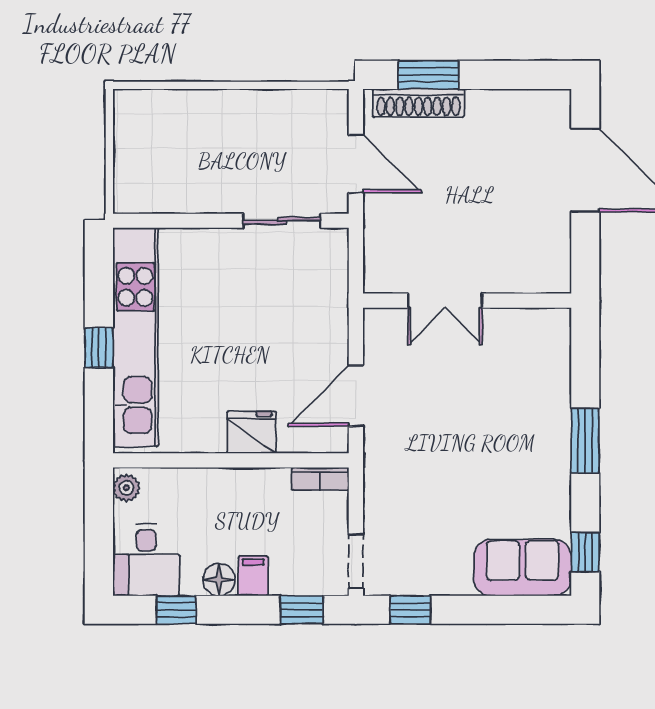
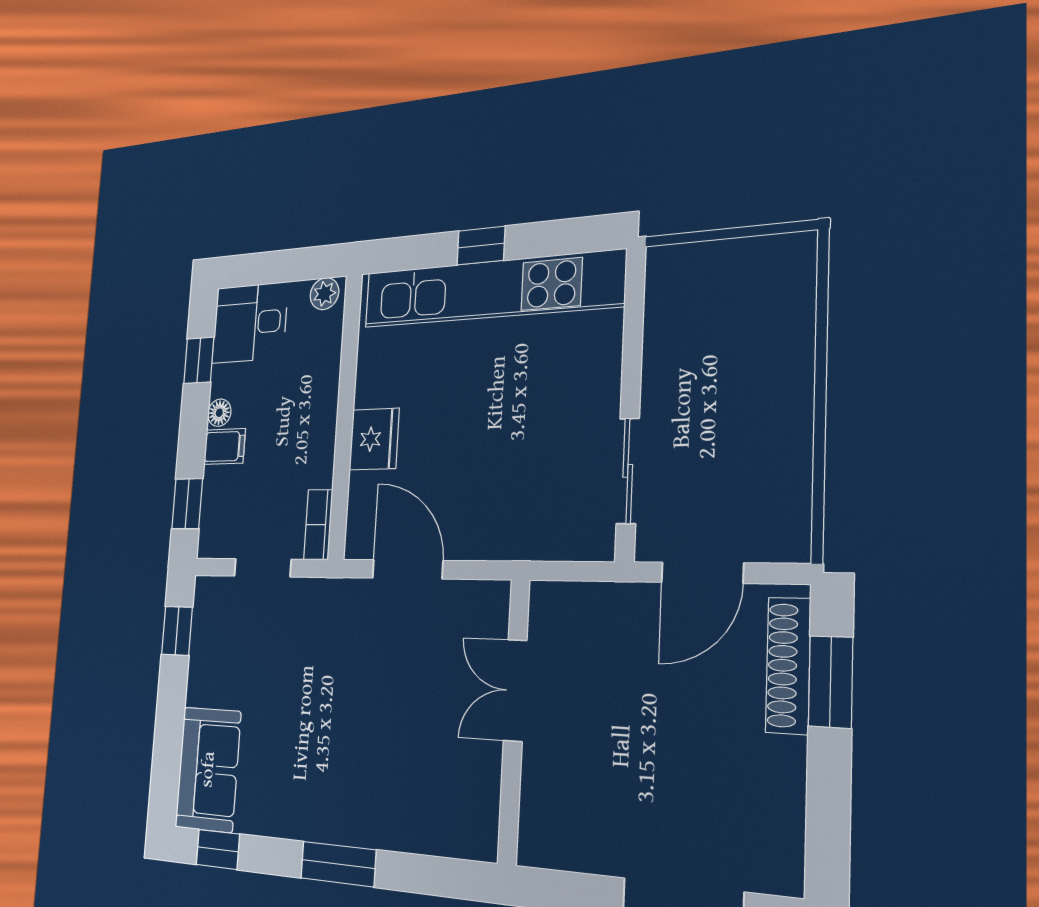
doorway: (356, 561) -> (263, 568), moved
floor lamp: (219, 580) -> (219, 413), width x0.73, depth x0.73

